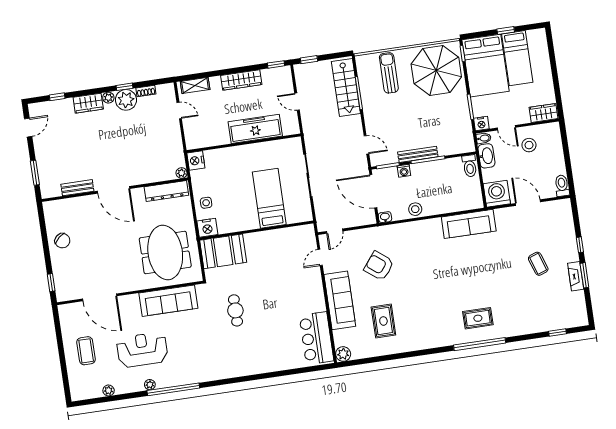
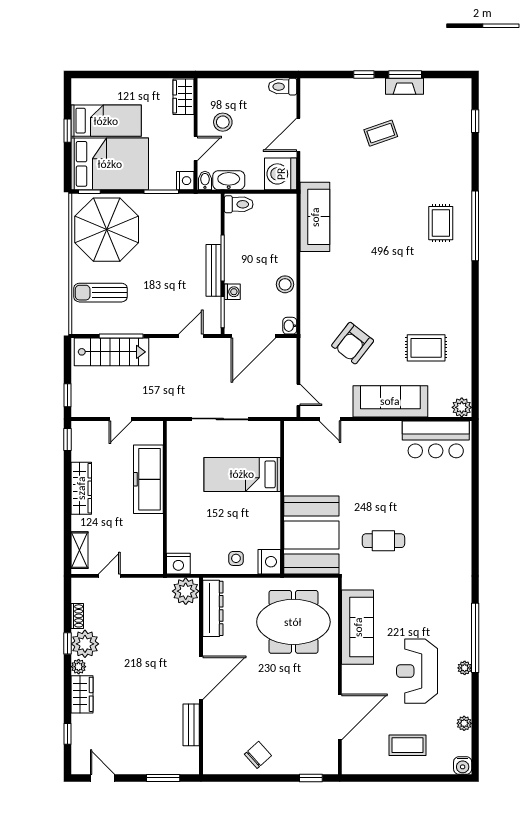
plant: (182, 173) -> (186, 591), width x1.88, depth x1.88
booth: (223, 251) -> (311, 535), width x1.36, depth x1.42
water cooler: (77, 394) -> (463, 765), added

